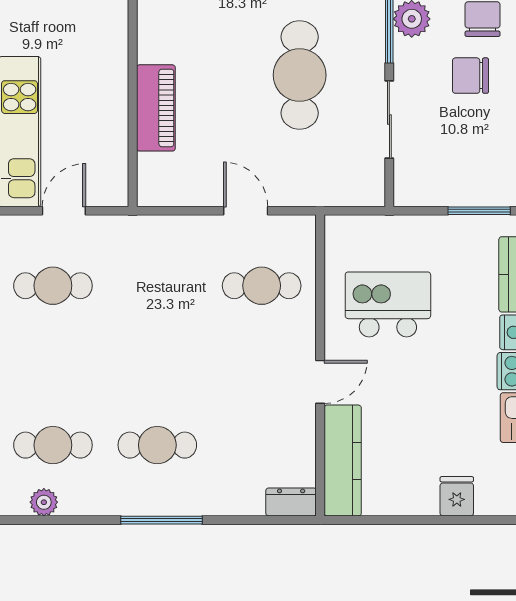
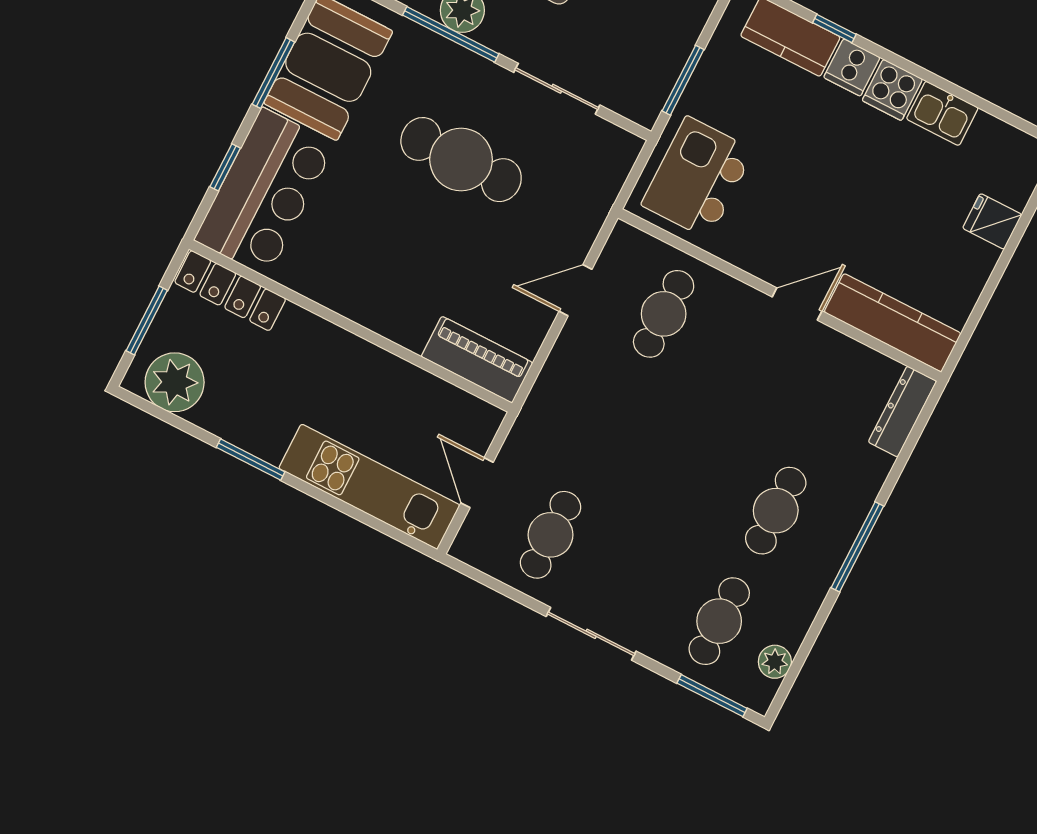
piano: (156, 108) -> (477, 360), moved
window: (479, 211) -> (683, 80), moved
kitchen island: (388, 304) -> (698, 178), moved
door: (320, 382) -> (797, 304), hinge flipped
dresser: (291, 502) -> (902, 412), width x1.44

